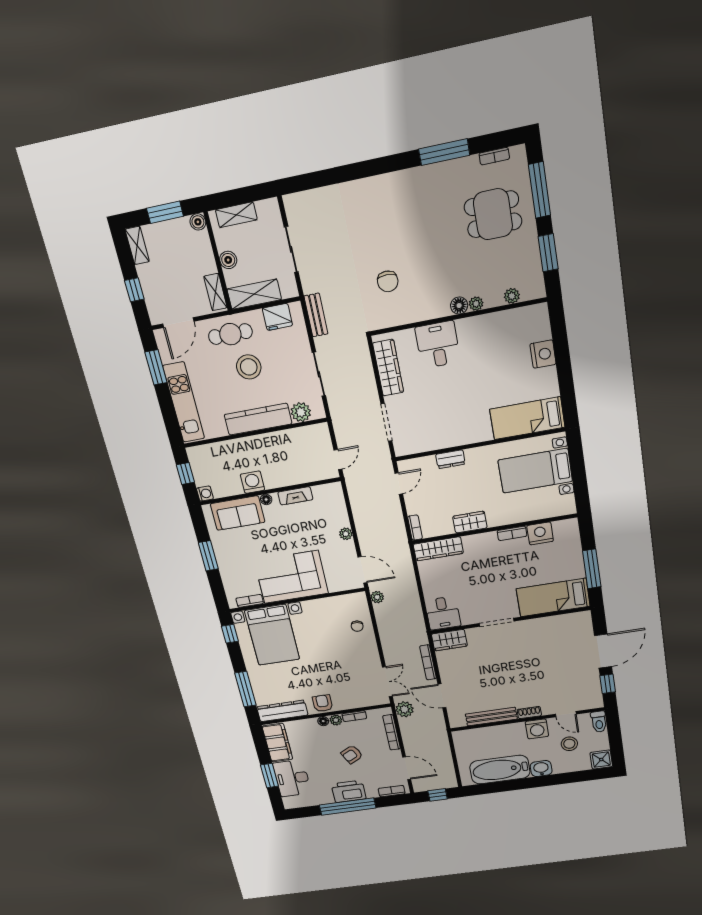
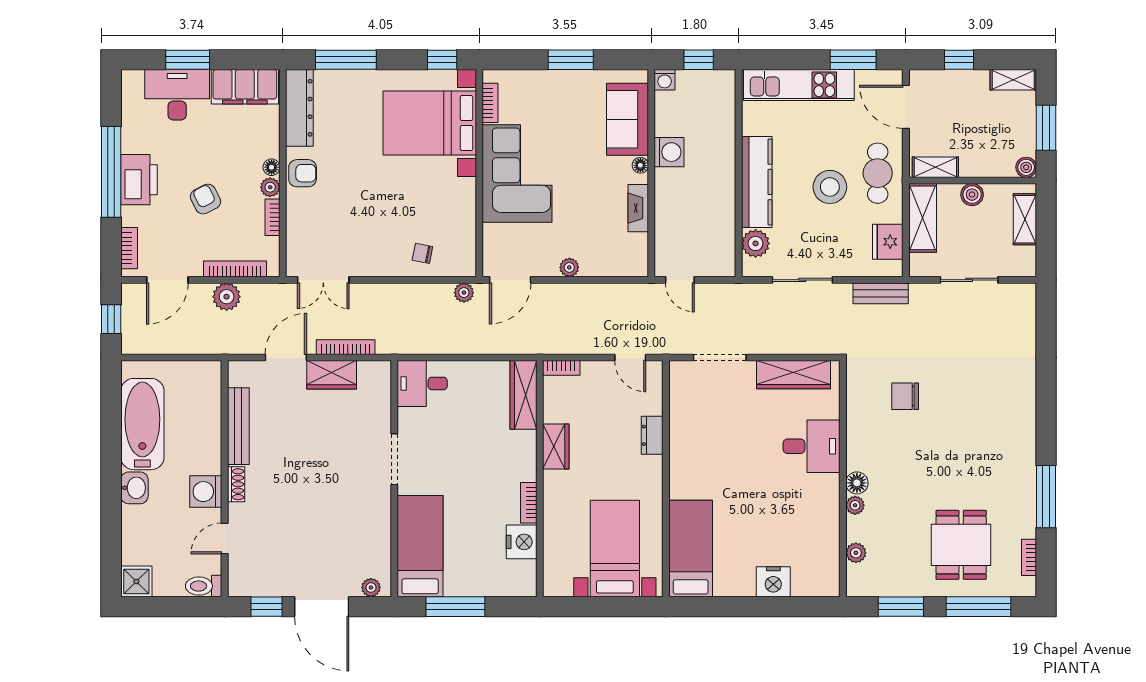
plant: (586, 623) -> (371, 588), added
wardrobe: (449, 640) -> (332, 375), moved, turned -90
plant: (405, 709) -> (227, 297), moved
stool: (569, 744) -> (172, 537), removed

